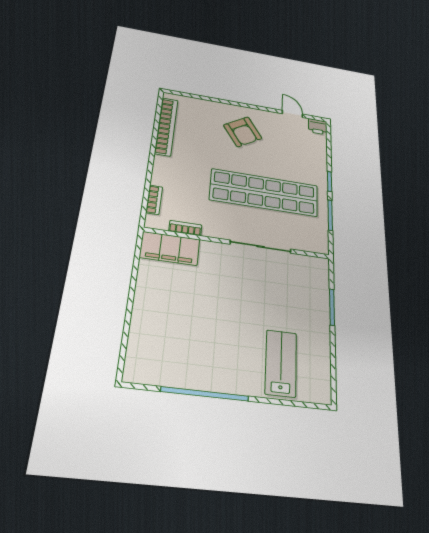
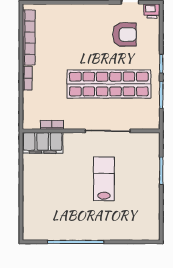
armchair: (243, 132) -> (124, 35), moved, turned -57
bookcase: (154, 200) -> (27, 78), moved
lab bench: (281, 363) -> (104, 179), moved

